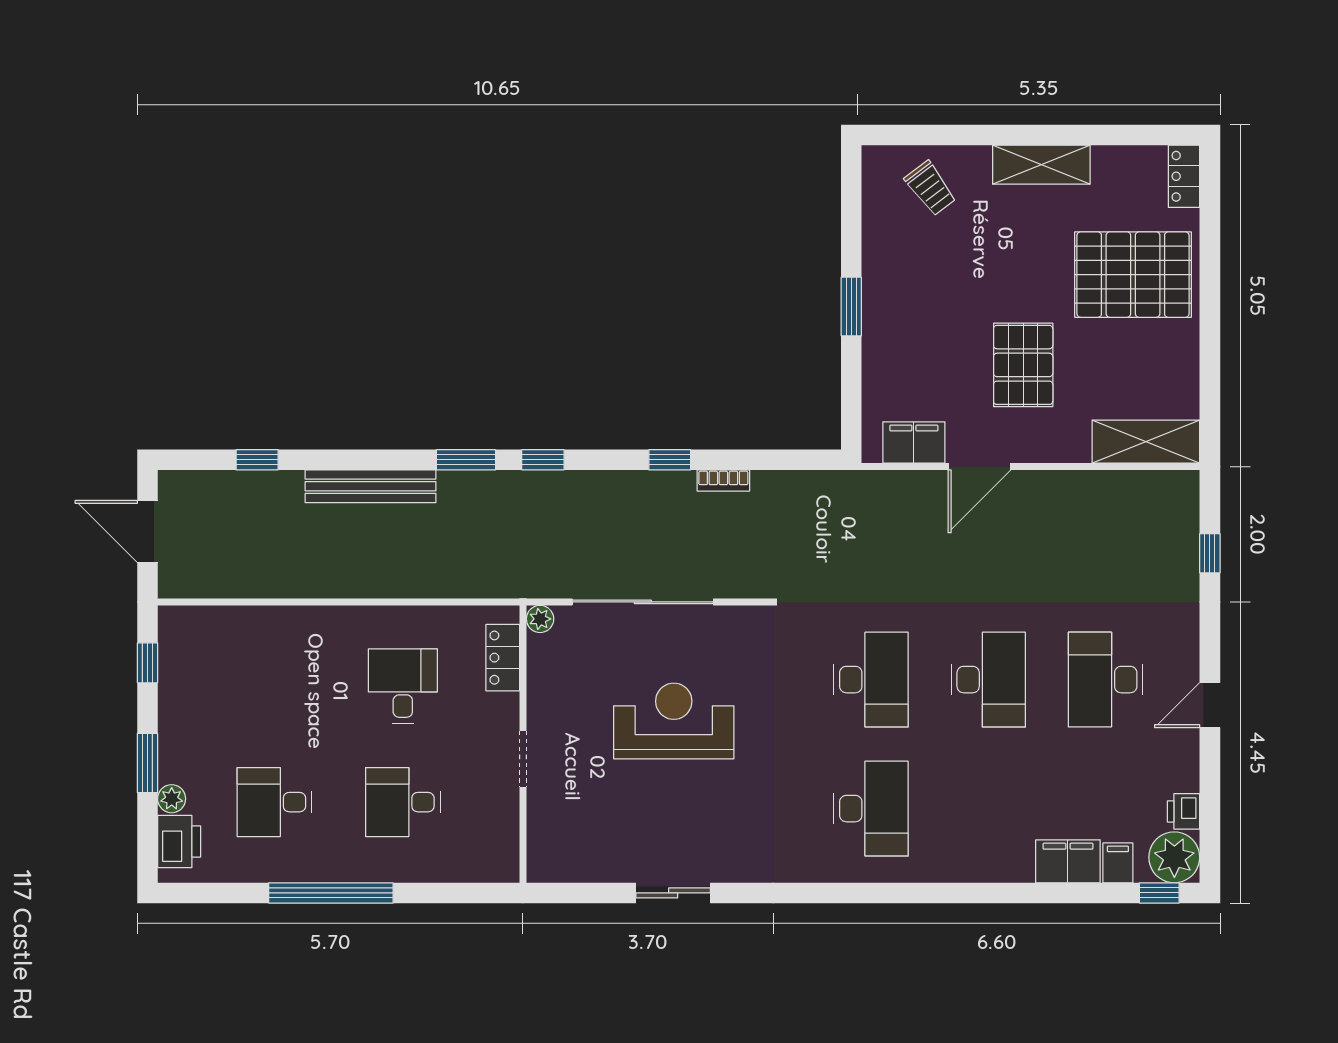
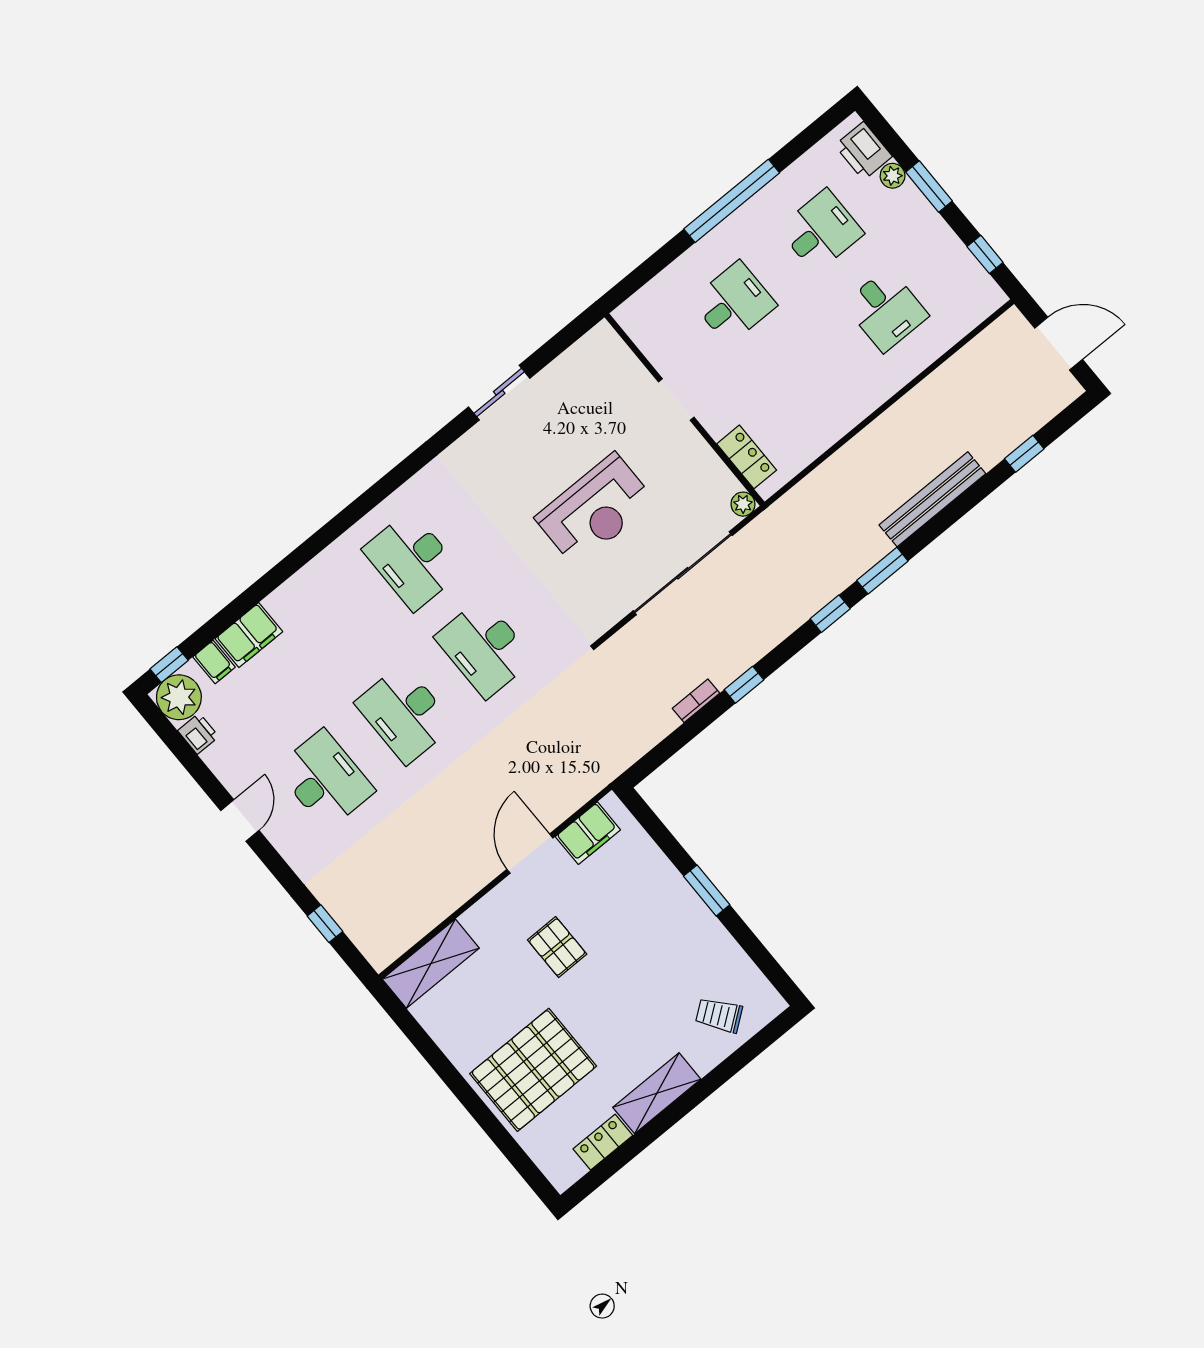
locker: (1184, 176) -> (603, 1142), moved, turned -90
pallet: (1023, 365) -> (557, 947), width x0.67, depth x0.71
desk: (403, 686) -> (886, 310), moved

